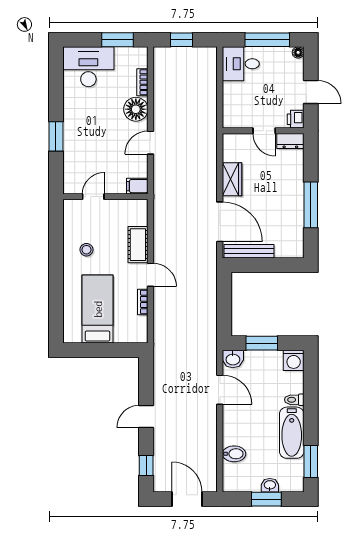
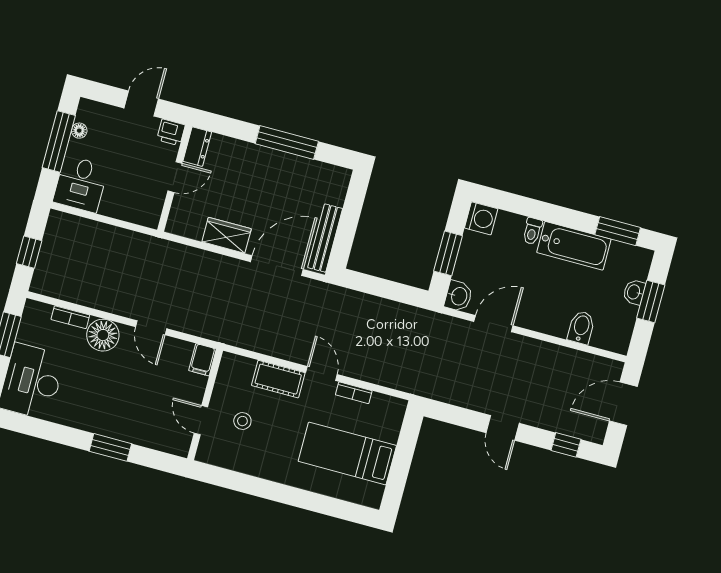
floor lamp: (298, 52) -> (79, 131), moved
stool: (86, 250) -> (242, 421), moved
door: (150, 275) -> (321, 373), hinge flipped

